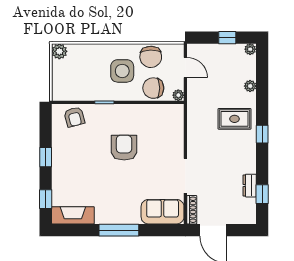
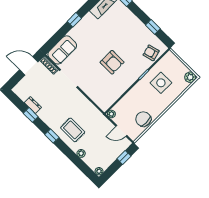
window: (227, 38) -> (124, 157), moved
side table: (122, 71) -> (161, 83), moved
chair: (153, 88) -> (127, 105), removed
rug: (235, 119) -> (73, 130), turned 90
window: (46, 157) -> (153, 27), moved
window: (262, 194) -> (31, 115), moved
window: (119, 230) -> (74, 20), width x0.46

